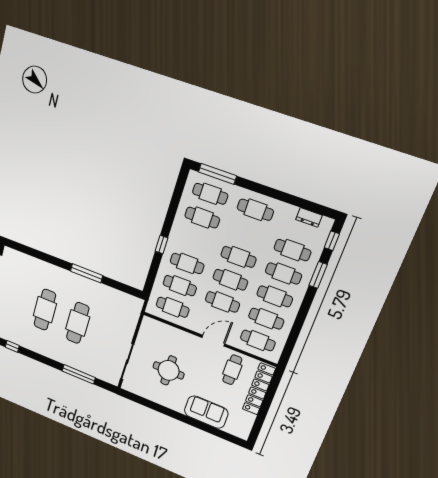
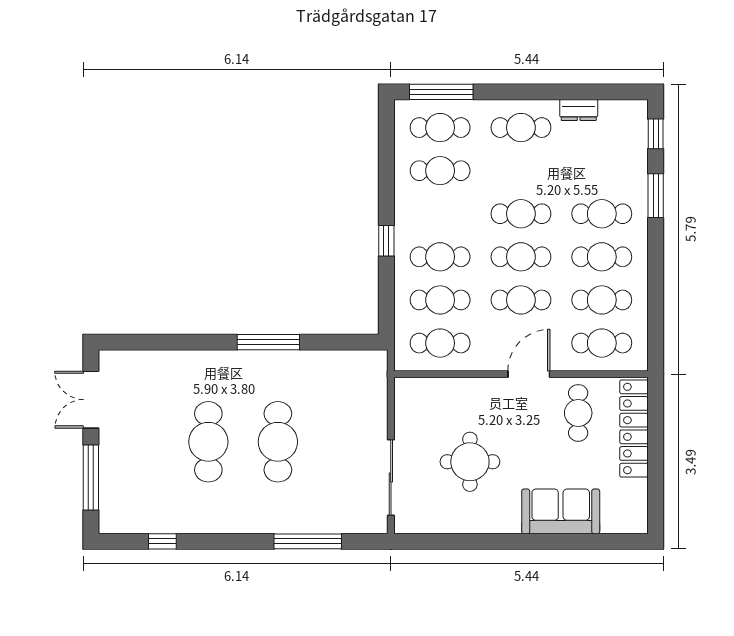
dresser: (309, 217) -> (579, 110), moved
cafe table: (292, 250) -> (602, 171), removed

